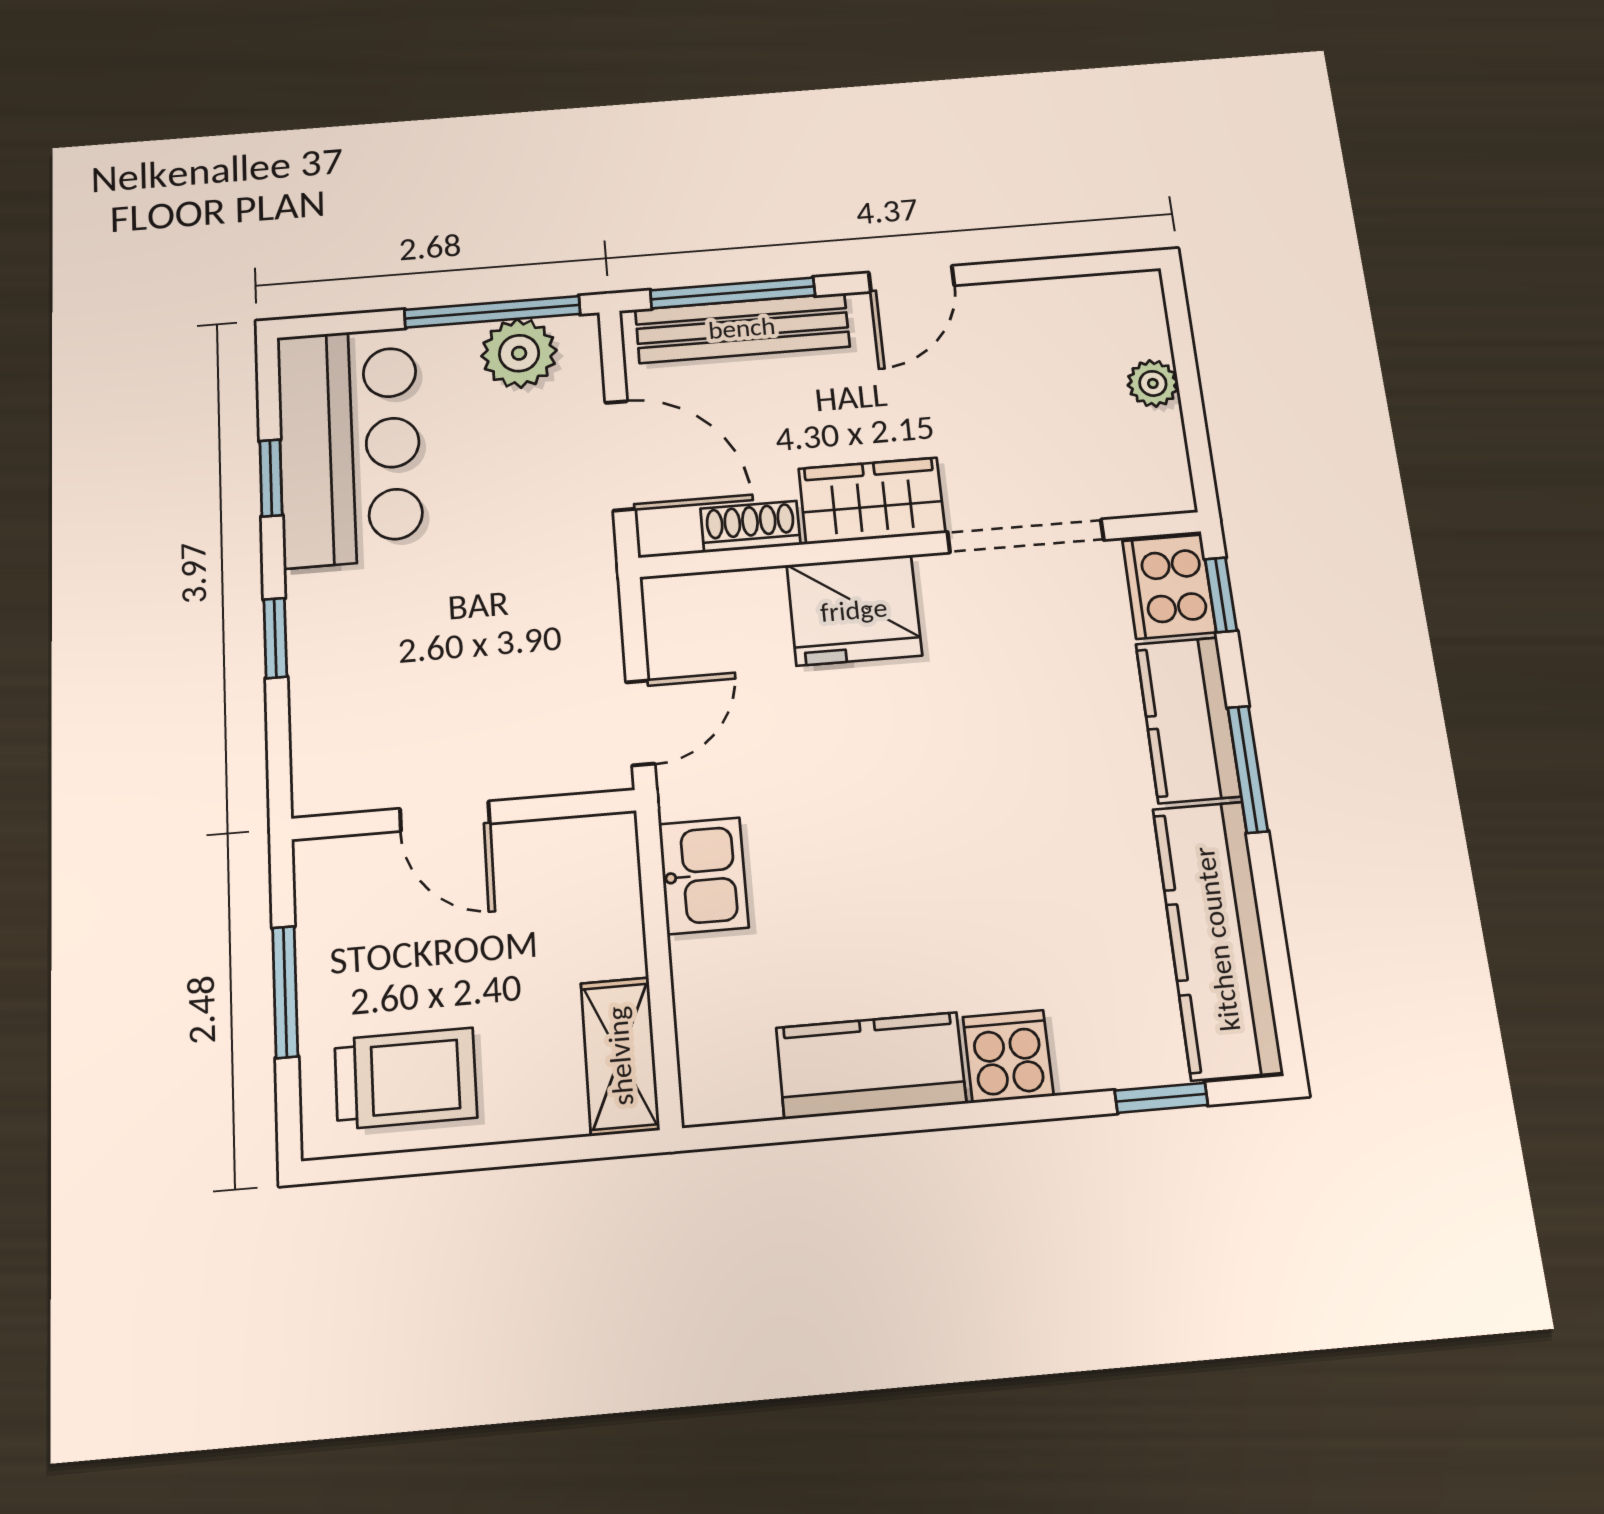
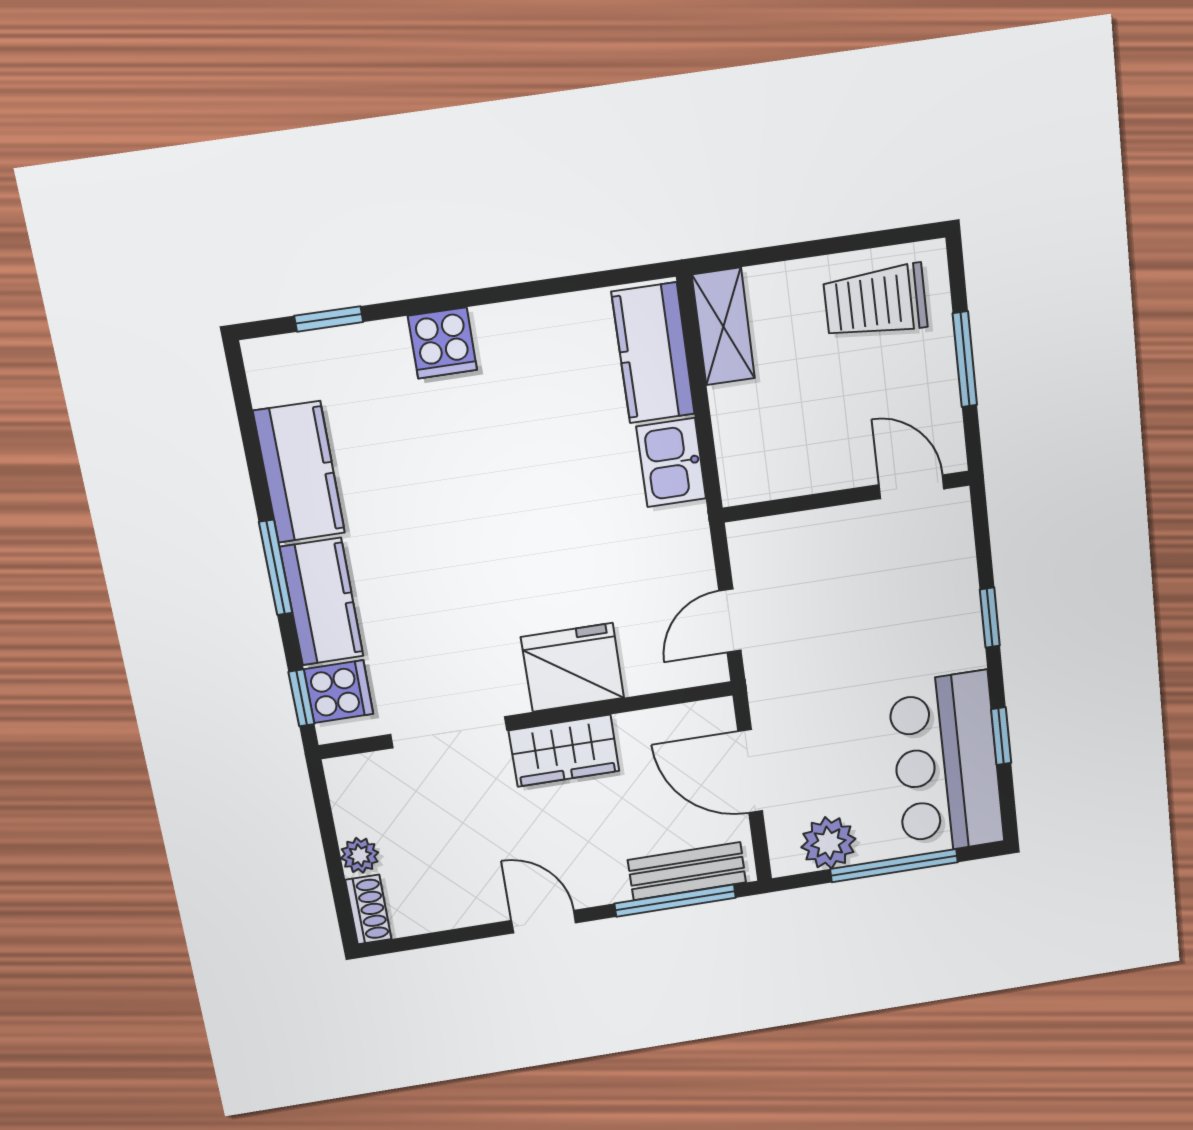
door: (911, 279) -> (544, 922), hinge flipped
window: (492, 312) -> (894, 866), moved
bench: (742, 328) -> (687, 871), width x0.73
shoe rack: (750, 527) -> (368, 910), moved, turned -90
cooker: (1169, 587) -> (339, 692), width x0.73
door: (640, 723) -> (730, 621), moved
door: (445, 816) -> (912, 487), moved
kitchen counter: (1217, 939) -> (299, 472), width x0.67
kitchen counter: (871, 1066) -> (653, 353), moved, turned 90

